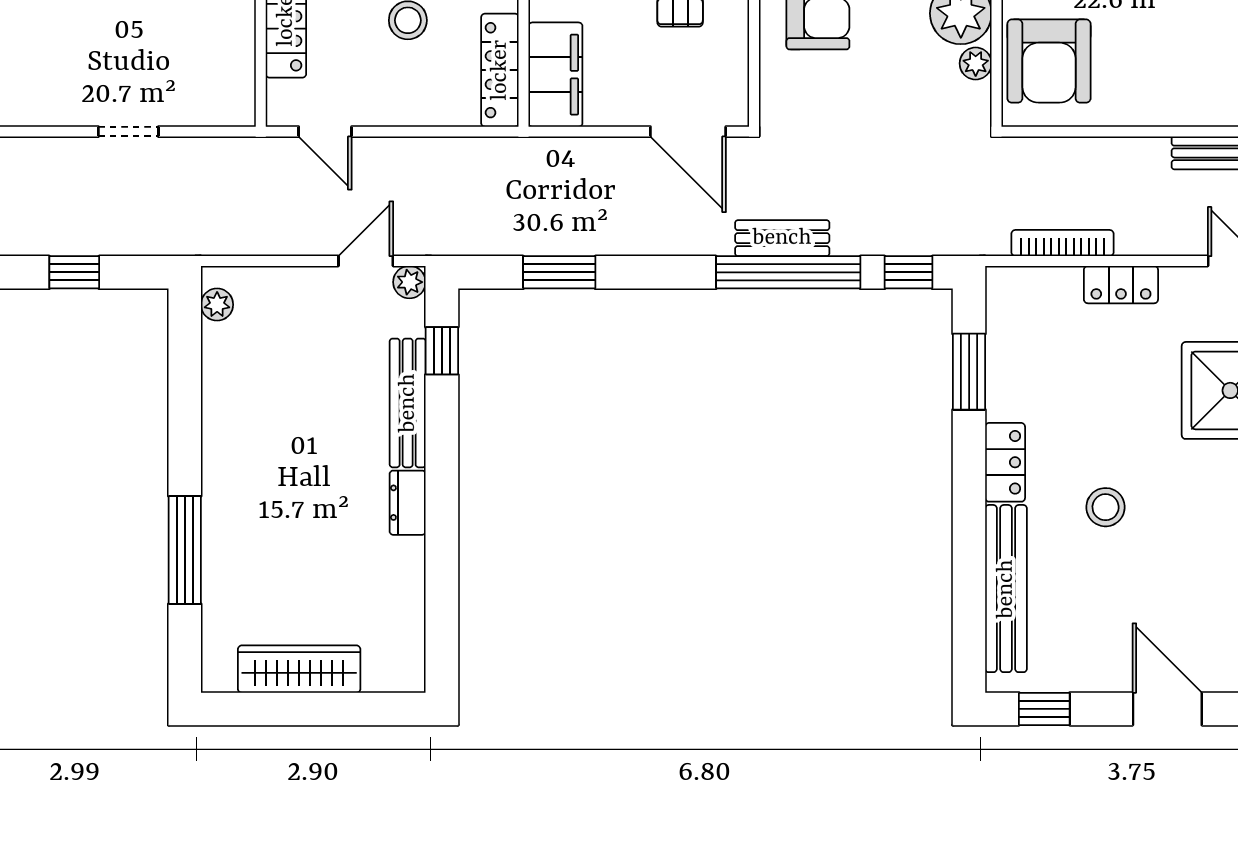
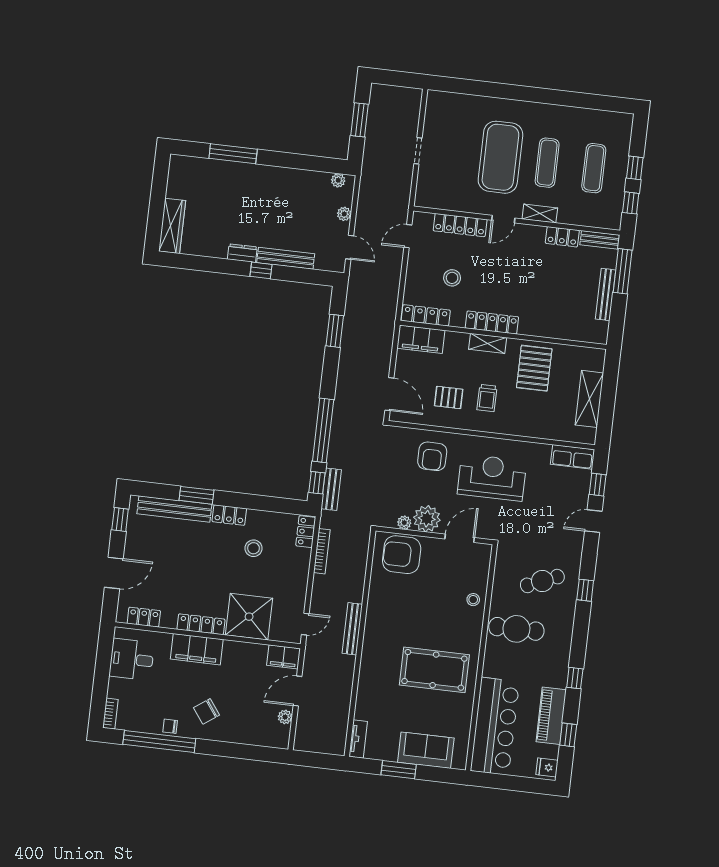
door: (688, 132) -> (389, 394), swing flipped
bench: (782, 238) -> (331, 489), moved
window: (74, 272) -> (360, 120), width x1.50
plant: (409, 282) -> (344, 214), moved
locker: (1121, 285) -> (306, 532), moved
window: (442, 351) -> (261, 270), moved
window: (969, 372) -> (197, 495), moved
stool: (1106, 507) -> (254, 548), moved
wardrobe: (299, 669) -> (172, 226), moved

